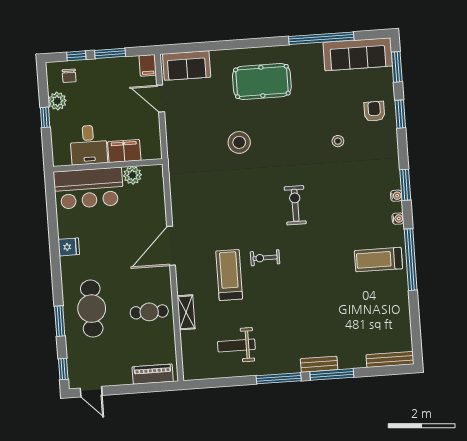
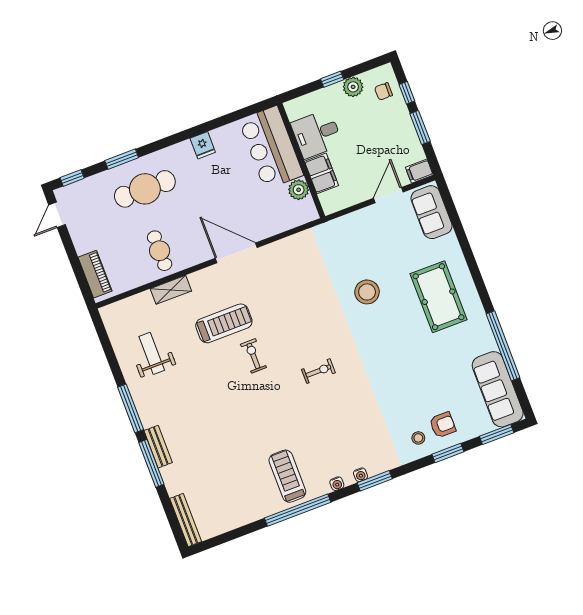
stool: (338, 141) -> (418, 438), moved
exercise bike: (295, 205) -> (318, 371), width x0.73, depth x0.72

